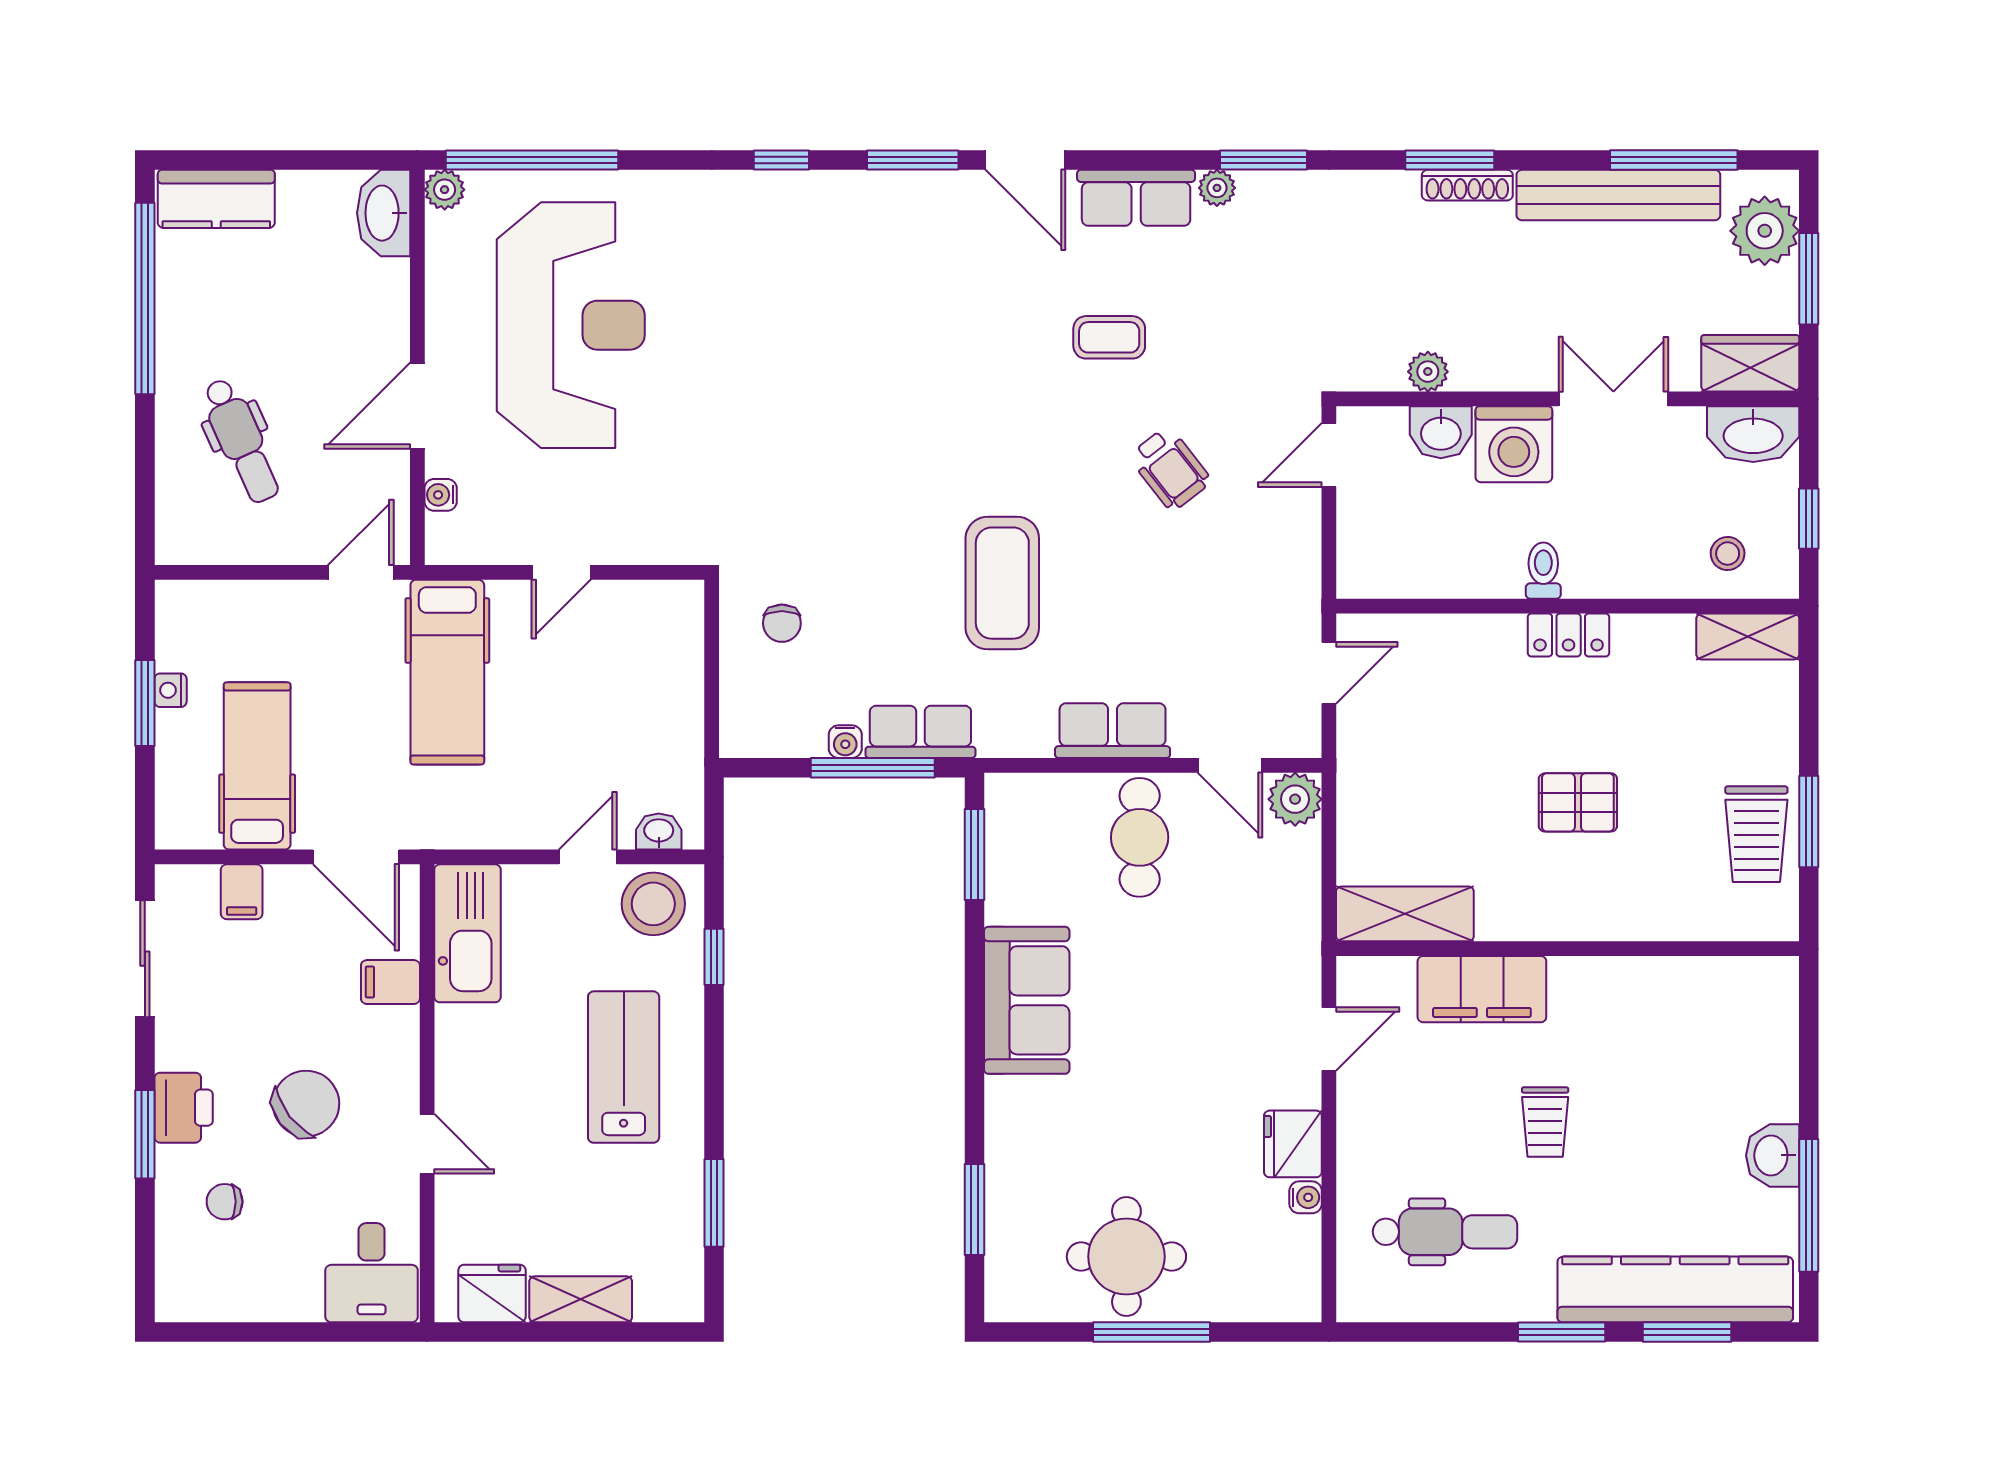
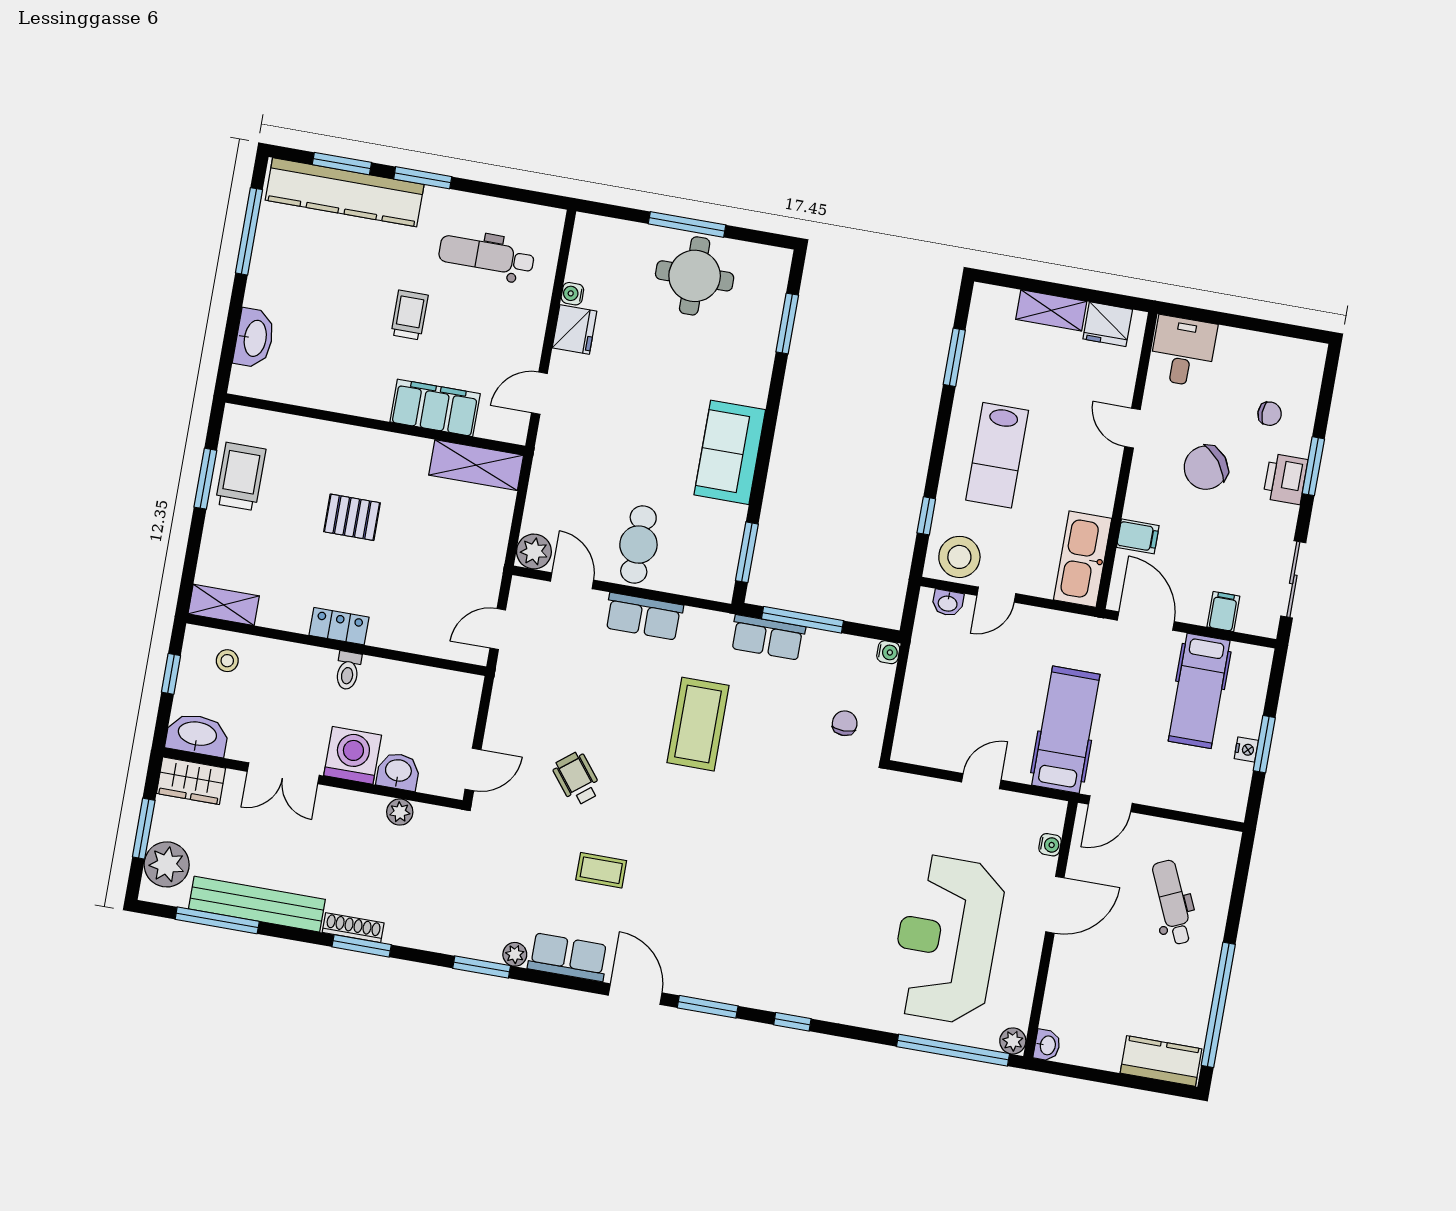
washbasin: (384, 213) -> (1047, 1045), width x0.52, depth x0.69
water cooler: (845, 742) -> (888, 652), moved, turned 90
washbasin: (1773, 1155) -> (254, 338), moved, width x1.38

